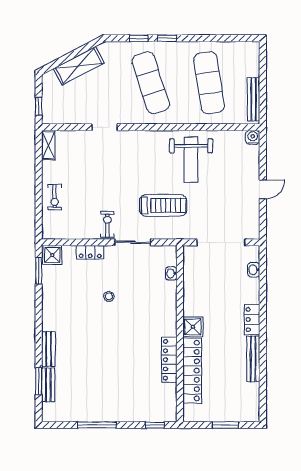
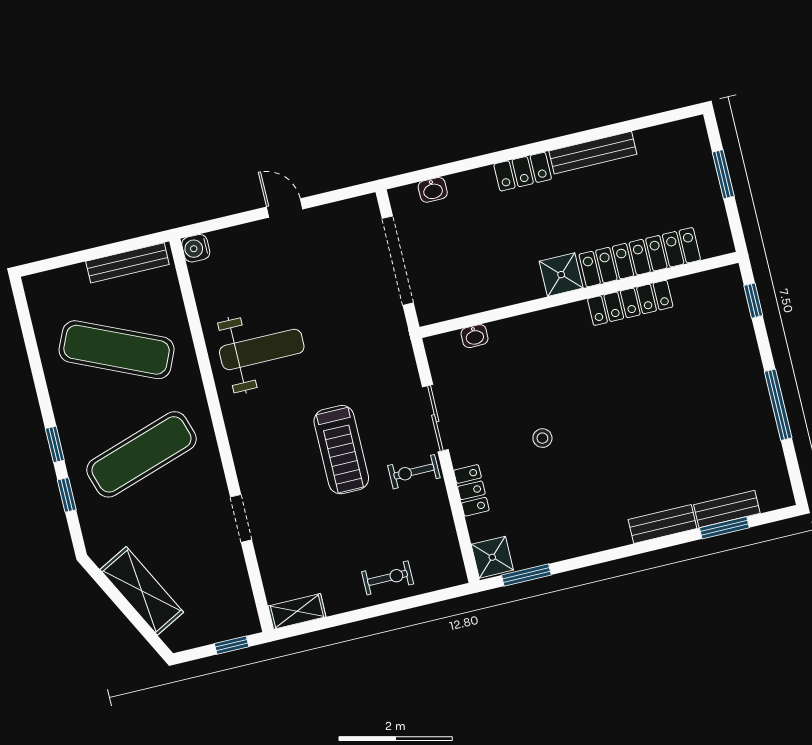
exercise mat: (209, 83) -> (117, 350), turned 33
treadmill: (163, 205) -> (341, 450), moved, turned 180

